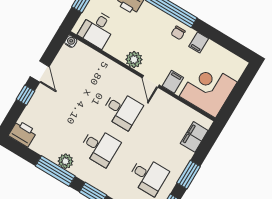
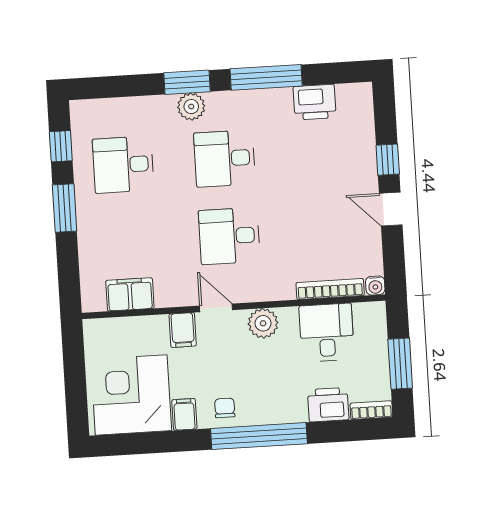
desk: (97, 29) -> (327, 332), moved
bookcase: (92, 54) -> (330, 289), added
corner desk: (208, 89) -> (131, 395), moved, turned 180
printer: (23, 134) -> (315, 102), moved
filing cabinet: (194, 137) -> (130, 294), moved, turned -90
plant: (65, 161) -> (191, 107), moved

